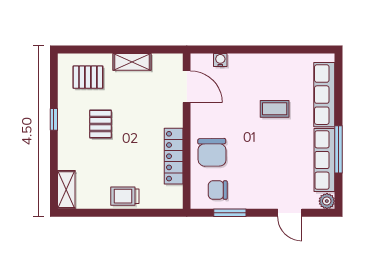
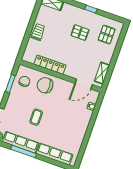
shelving: (132, 62) -> (102, 73), moved
coffee table: (275, 109) -> (36, 117), moved

